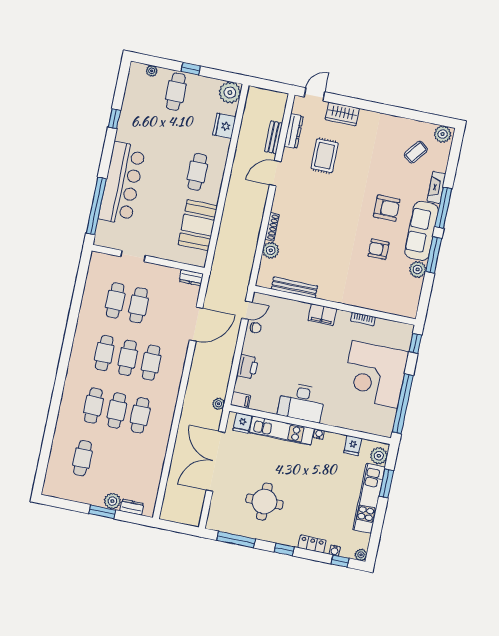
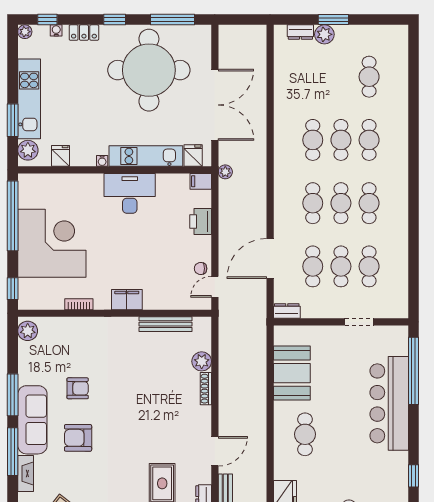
plant: (418, 269) -> (28, 331), moved
cafe table: (162, 310) -> (313, 266), added
round table: (264, 502) -> (149, 70), width x1.86, depth x1.86

